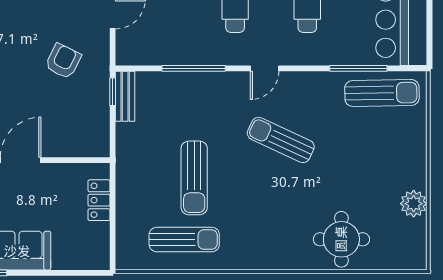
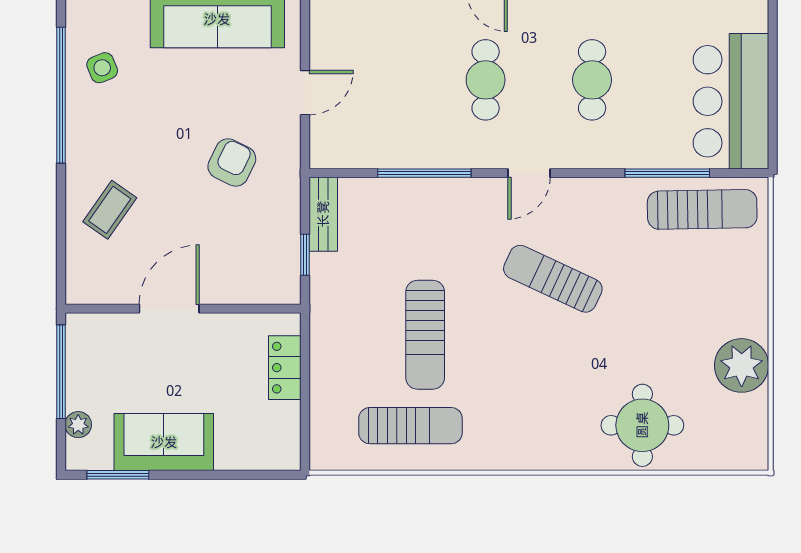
window: (113, 92) -> (305, 255), moved
plant: (414, 204) -> (742, 365), width x1.36, depth x1.36

